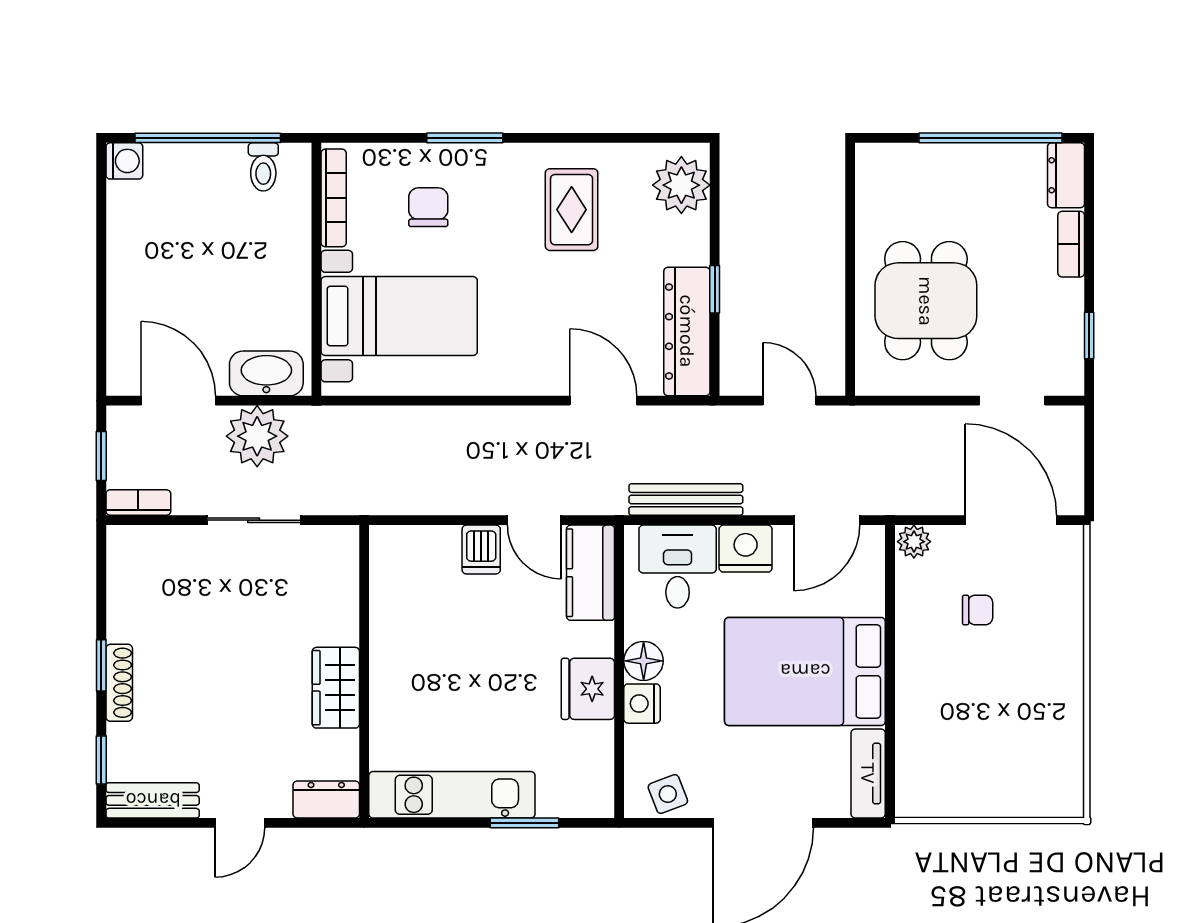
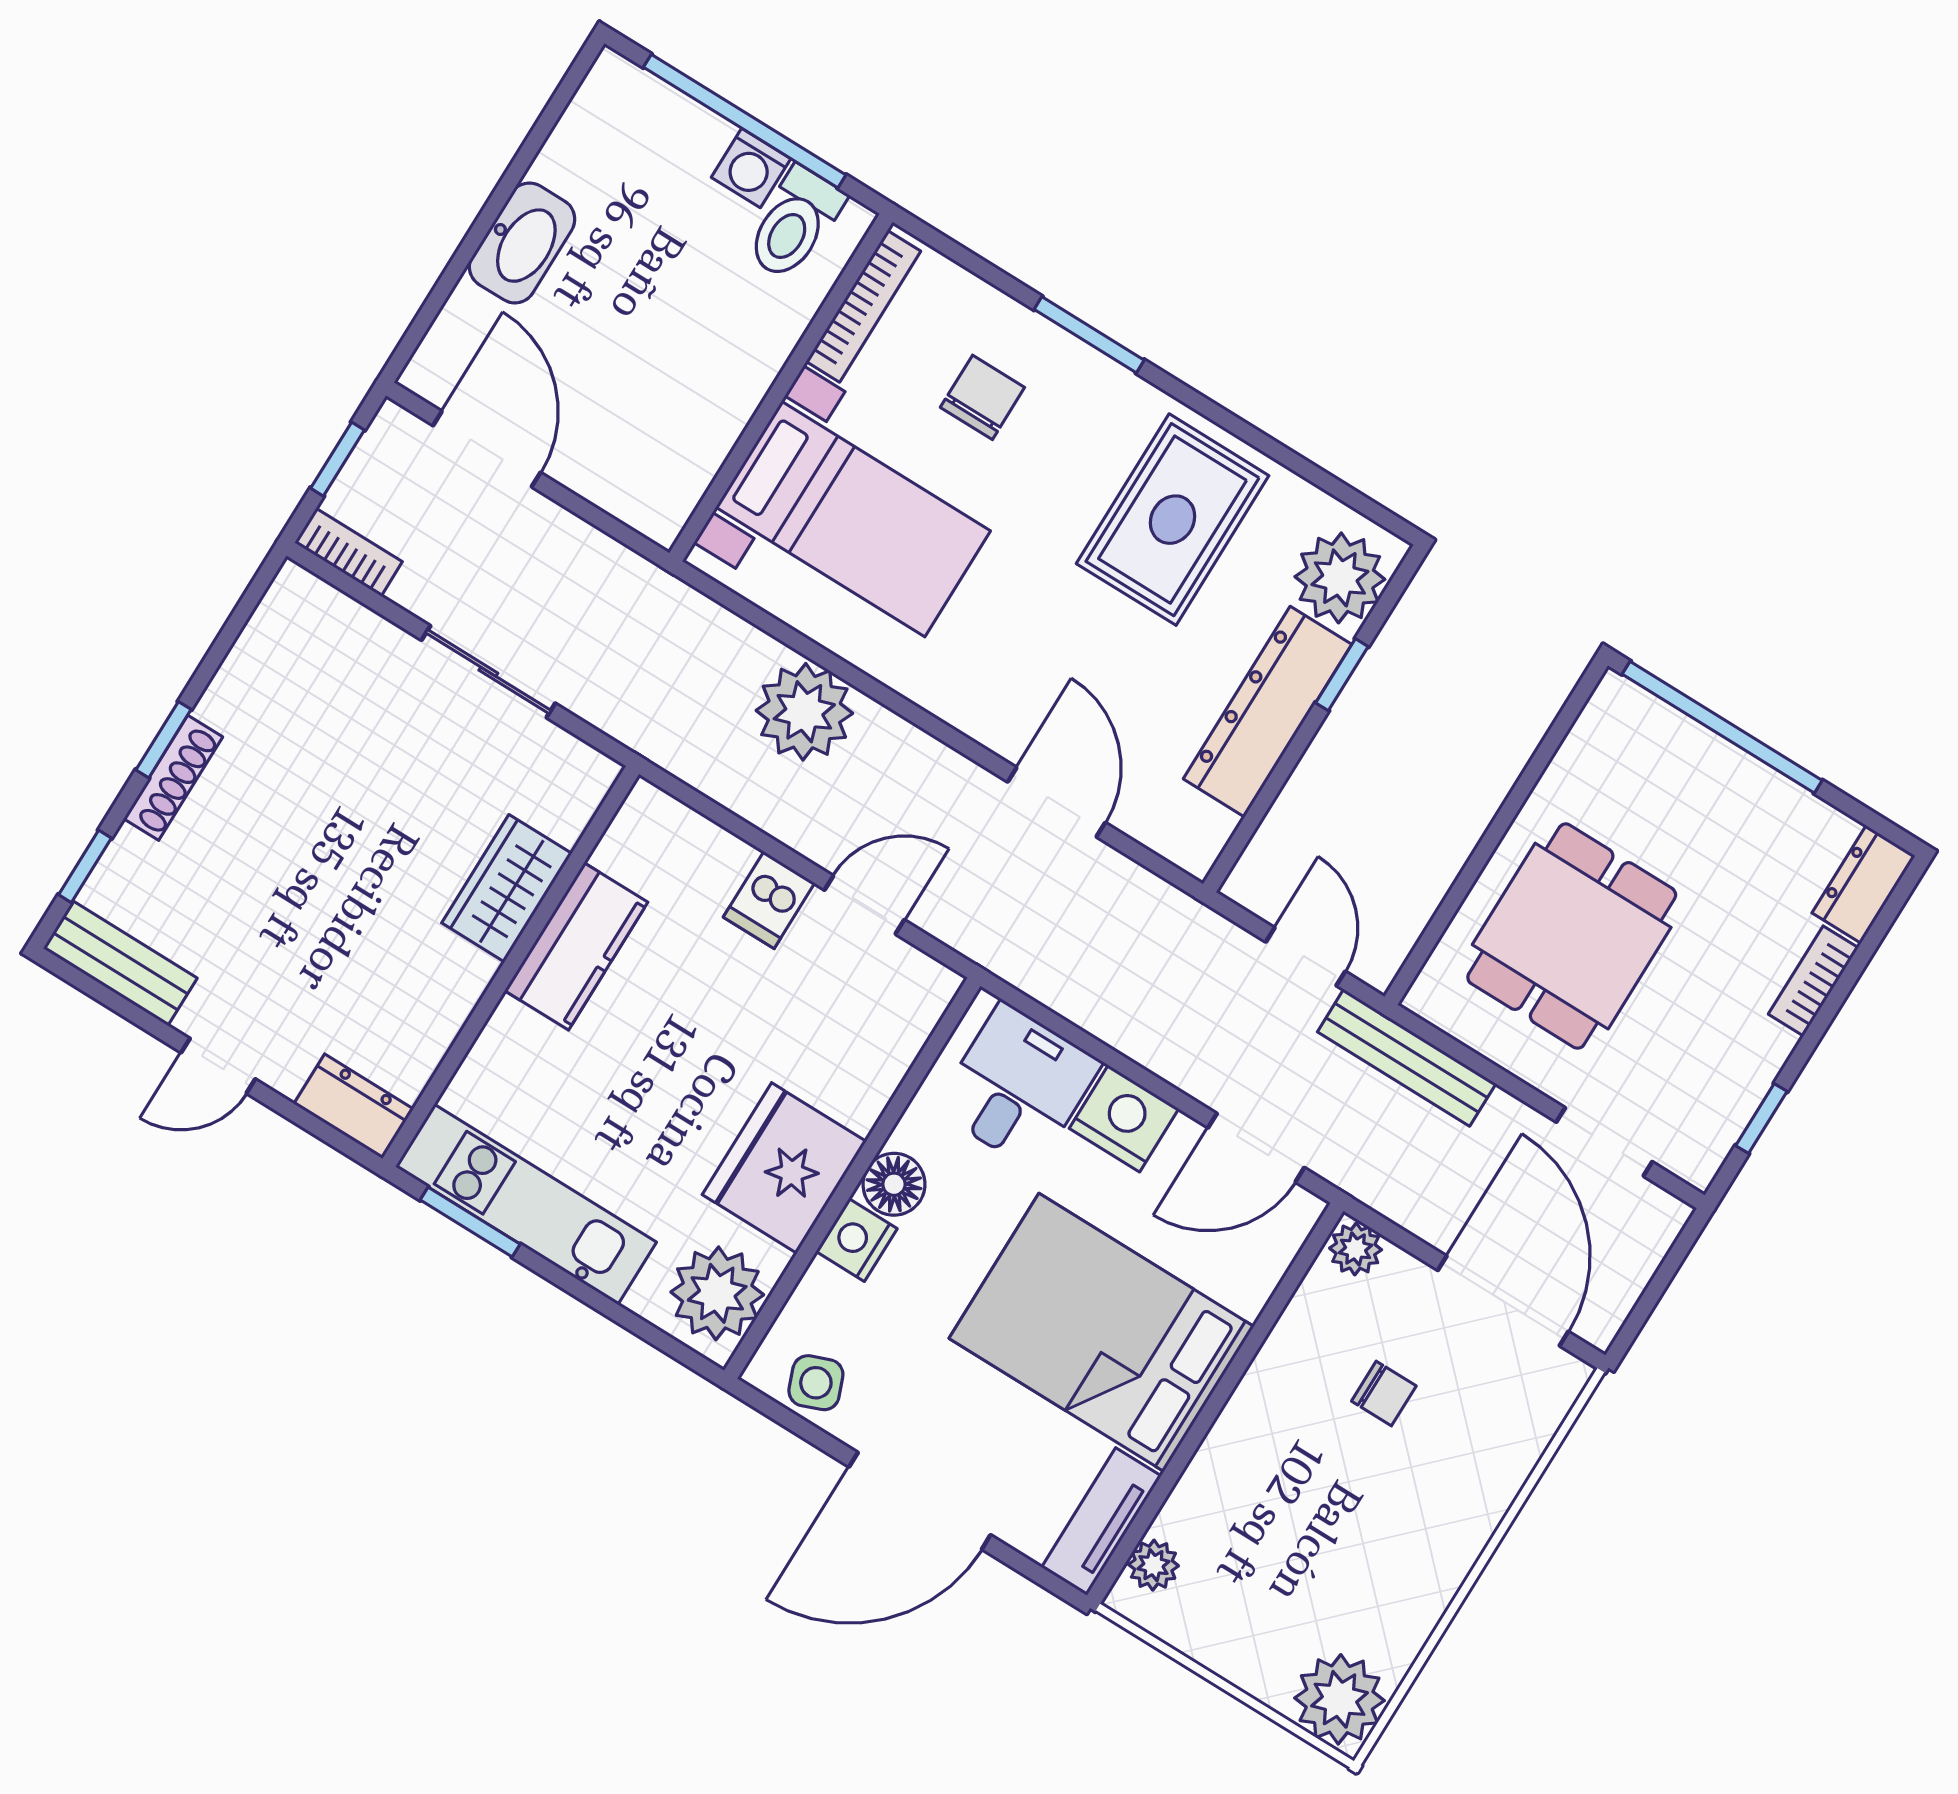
window: (990, 138) -> (1722, 727), moved
washing machine: (124, 161) -> (751, 168), moved, turned 90
toilet: (263, 167) -> (795, 223), width x1.37, depth x1.39
rug: (572, 210) -> (1173, 520), width x1.36, depth x1.43
window: (715, 289) -> (1342, 675), moved
dresser: (687, 331) -> (1267, 712), moved
washbasin: (266, 373) -> (522, 243), moved, turned 90
plant: (257, 436) -> (804, 712), moved
bench: (686, 500) -> (1407, 1058), moved
door: (534, 520) -> (864, 905), swing flipped
kitchen counter: (590, 573) -> (576, 946), moved, turned 180
wardrobe: (336, 688) -> (507, 888), moved
fridge: (588, 689) -> (784, 1168), width x1.36, depth x1.34
plant: (585, 779) -> (717, 1293), added
plant: (911, 780) -> (1153, 1565), added
plant: (1056, 790) -> (1340, 1699), added
window: (525, 823) -> (470, 1222), moved

